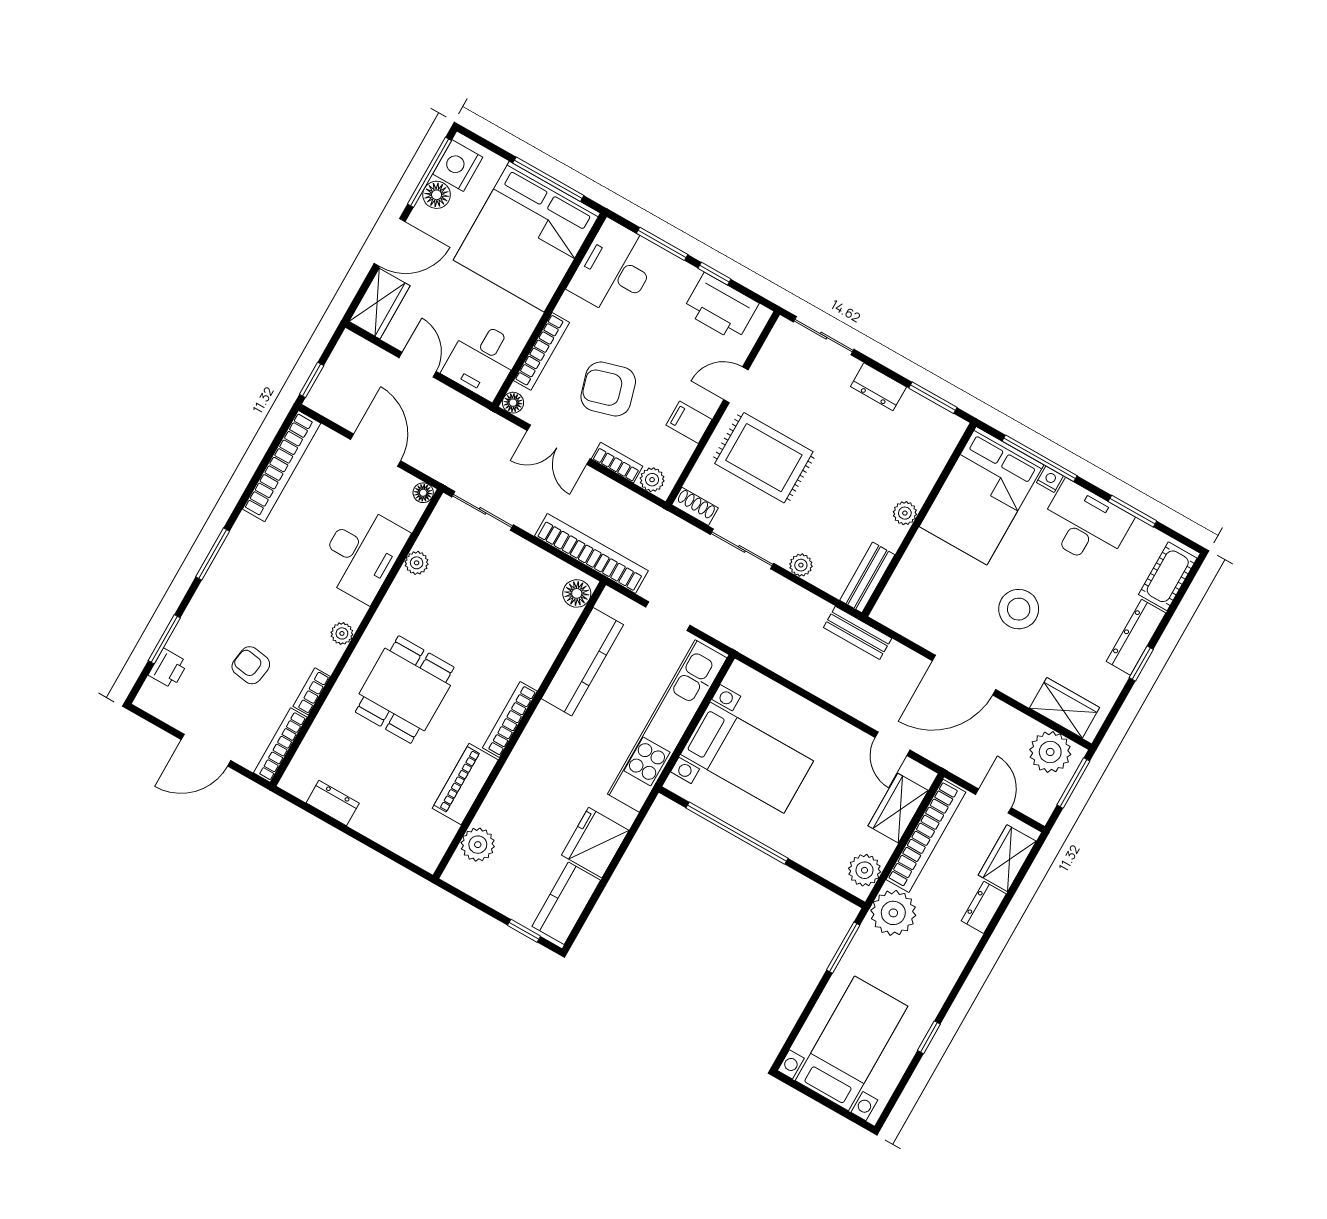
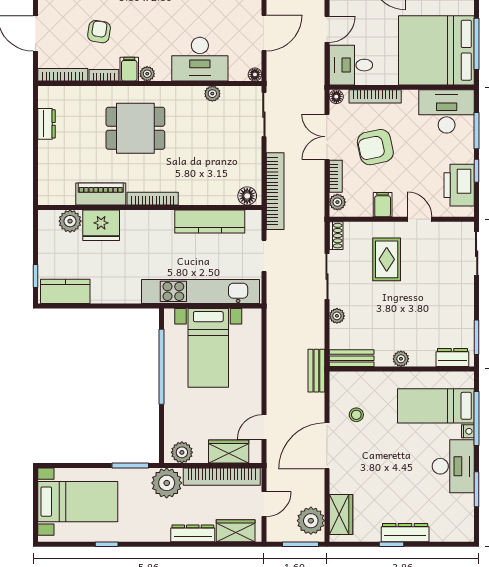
dresser: (878, 387) -> (452, 357), moved, turned 90
armchair: (608, 389) -> (375, 147), turned -86
rug: (764, 458) -> (387, 259), width x0.73, depth x0.70
bed: (981, 496) -> (436, 406), width x0.67
cot: (1168, 576) -> (451, 531), removed
stool: (1019, 609) -> (356, 415), moved, width x0.53, depth x0.53
filing cabinet: (322, 654) -> (129, 69), added
door: (964, 675) -> (327, 446), hinge flipped
fridge: (595, 843) -> (101, 225), moved, turned 180
dresser: (984, 907) -> (193, 533), width x1.44

